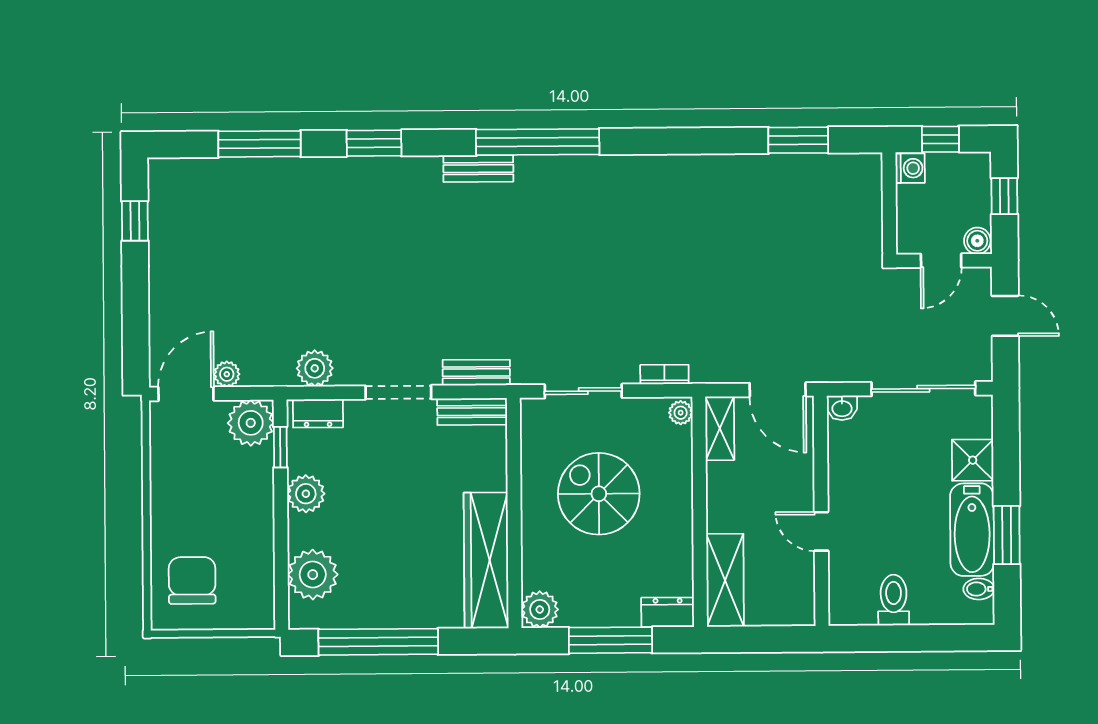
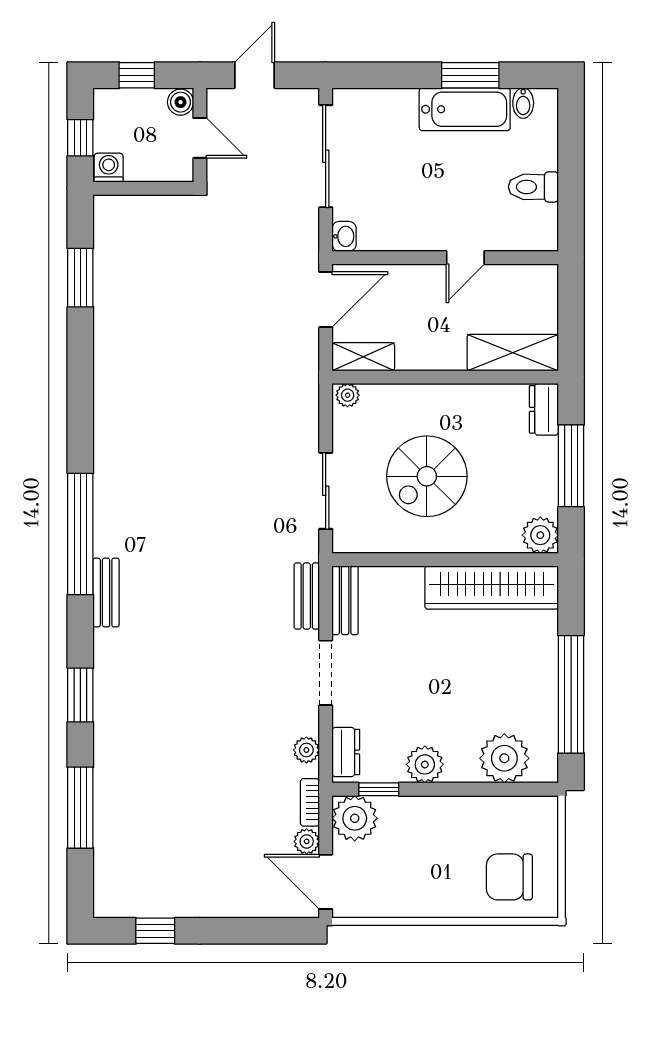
plant: (315, 368) -> (306, 750), width x0.73, depth x0.73
bookcase: (664, 374) -> (310, 802), moved
shower: (973, 460) -> (396, 108), removed

